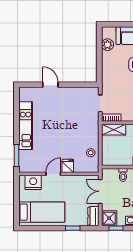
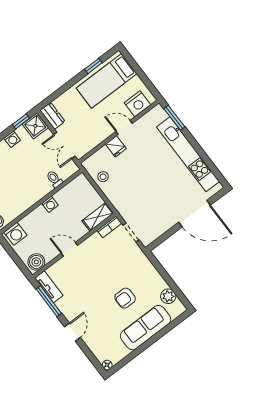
door: (50, 85) -> (195, 214), width x1.87
kitchen unit: (26, 126) -> (188, 154), width x1.36
door: (53, 174) -> (124, 127), swing flipped
double door: (100, 191) -> (64, 145), swing flipped
window: (73, 228) -> (93, 66), moved

